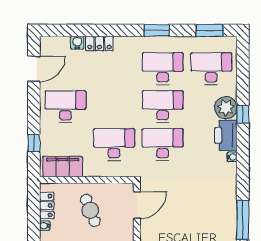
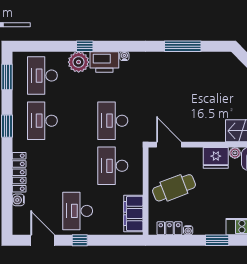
locker: (99, 44) -> (19, 172), width x1.53
desk: (163, 107) -> (78, 121), removed
window: (34, 143) -> (80, 240), moved
cafe table: (90, 210) -> (174, 188), width x1.37, depth x1.35

